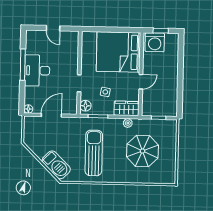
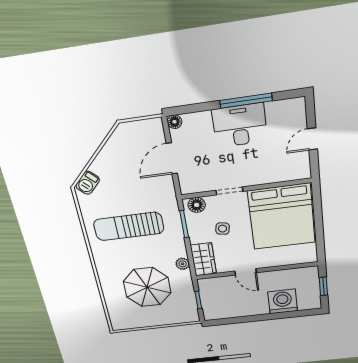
washing machine: (155, 42) -> (283, 301), moved, turned 90
bed: (118, 52) -> (282, 217), moved, turned 180
door: (51, 115) -> (172, 158), swing flipped
sun lounger: (94, 153) -> (129, 226), turned 180
barbecue: (56, 165) -> (88, 183), width x0.53, depth x0.65

